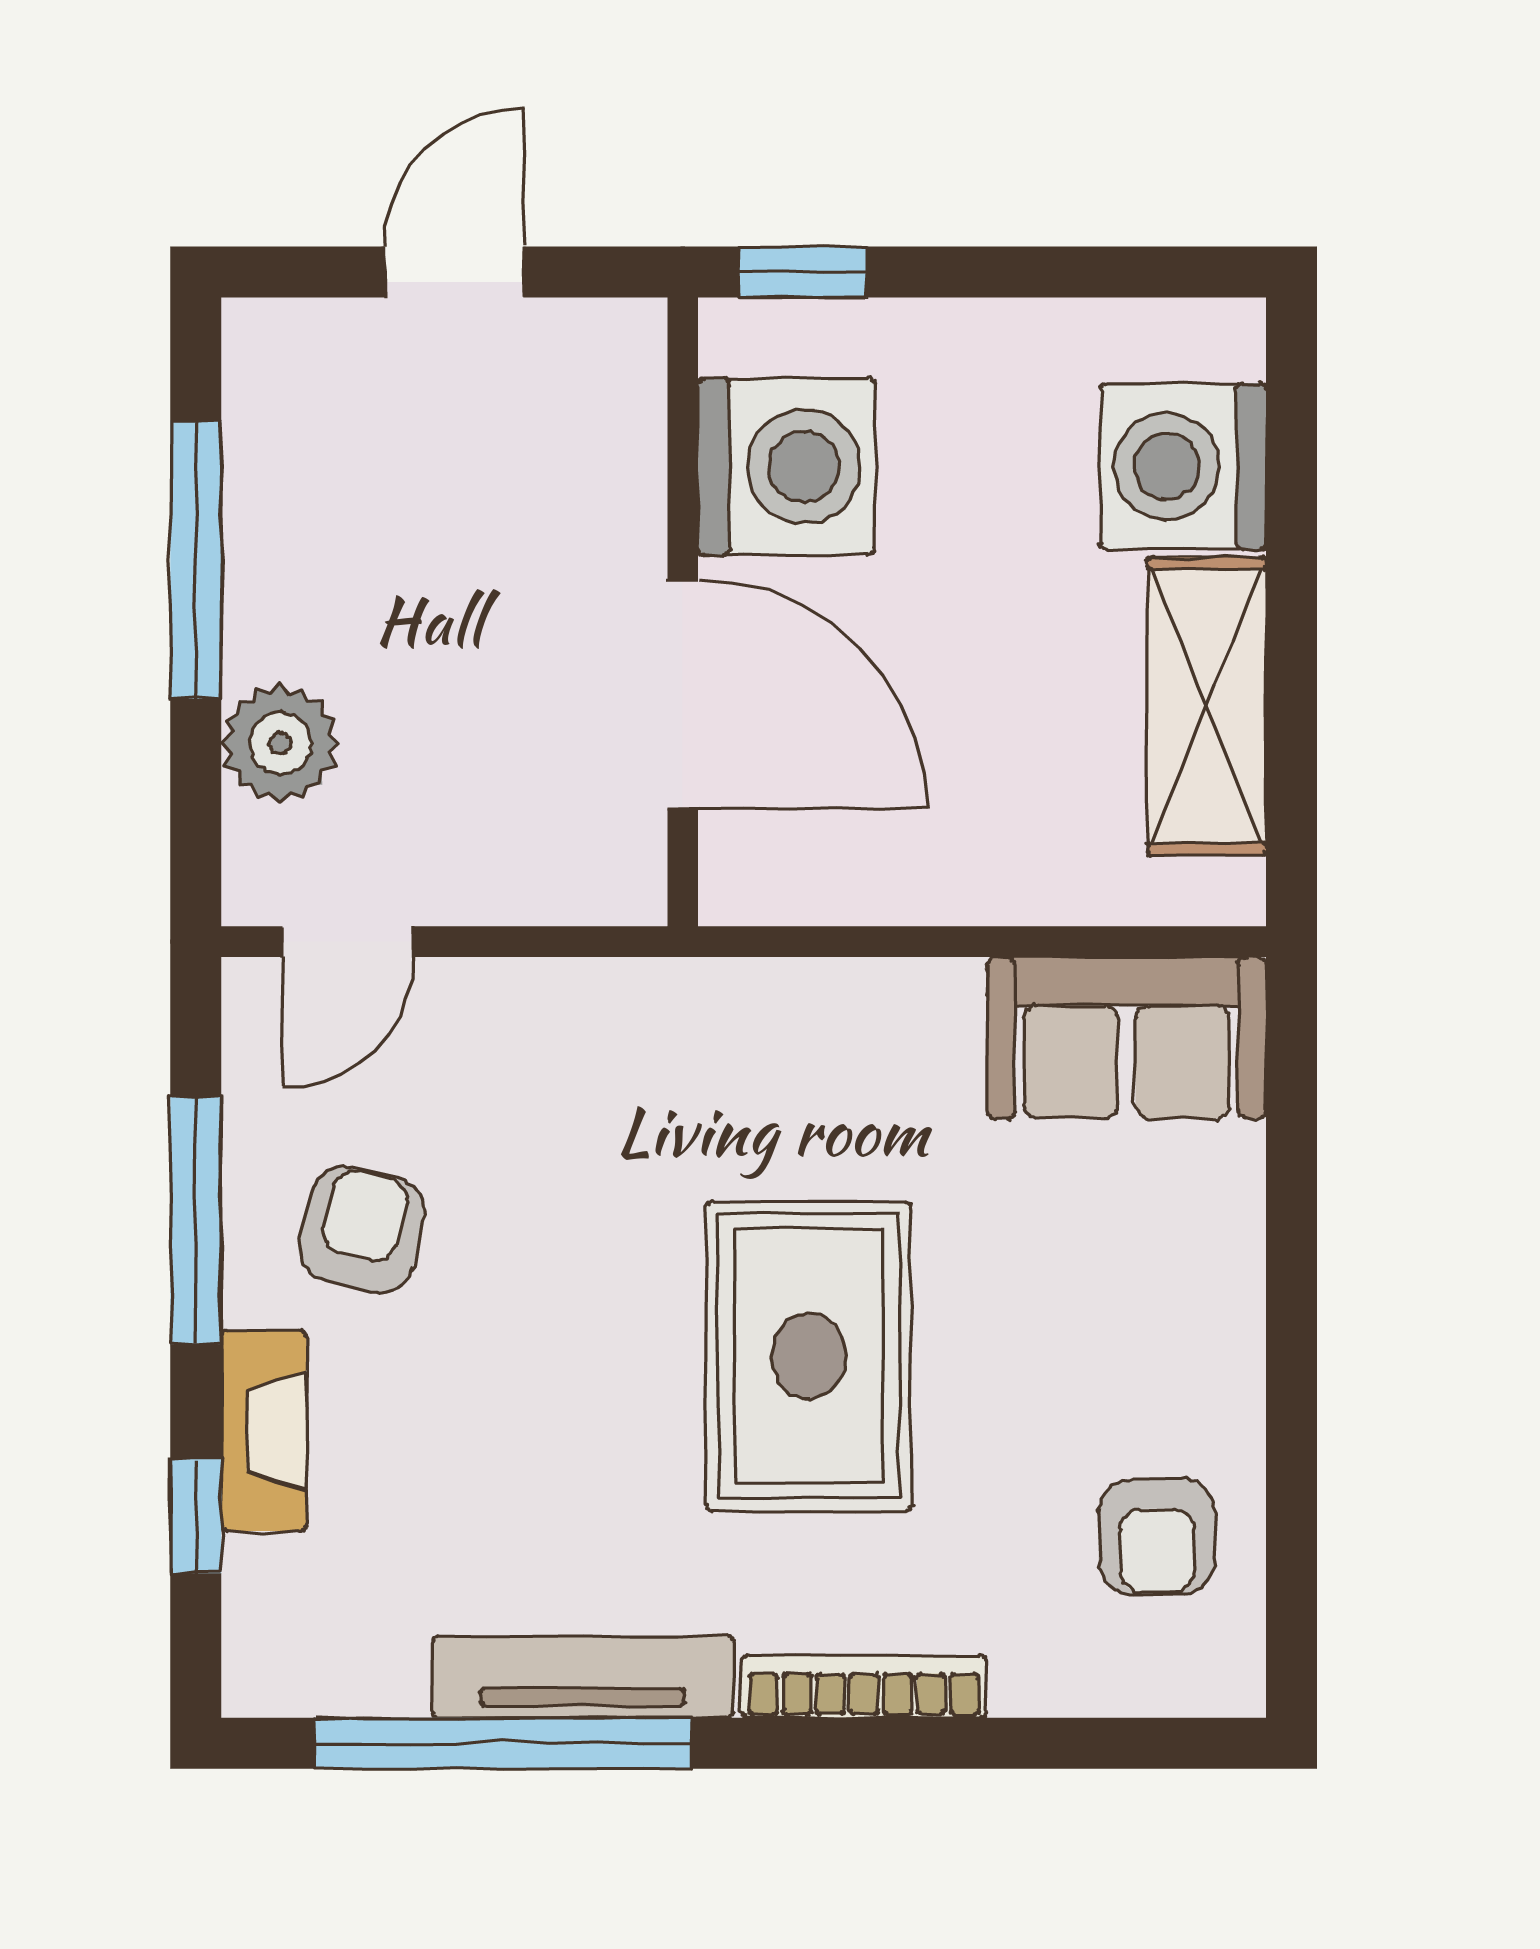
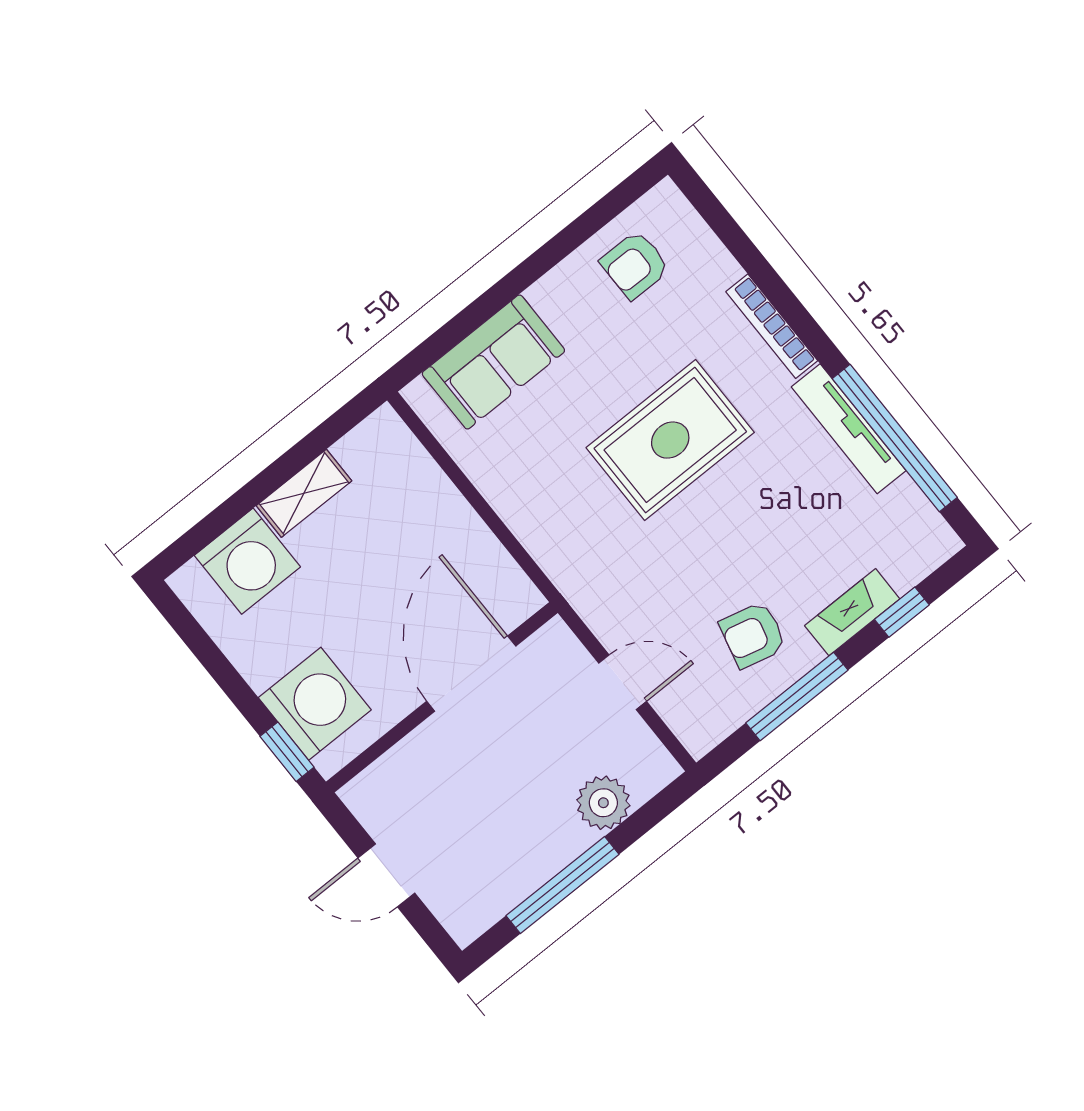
washing machine: (786, 466) -> (315, 704), moved, turned 90
shelving: (1207, 706) -> (304, 493), width x0.67, depth x0.75
door: (348, 942) -> (623, 682), moved
sofa: (1127, 1038) -> (493, 362), moved, turned 90
armchair: (1157, 1537) -> (635, 265), turned 180

